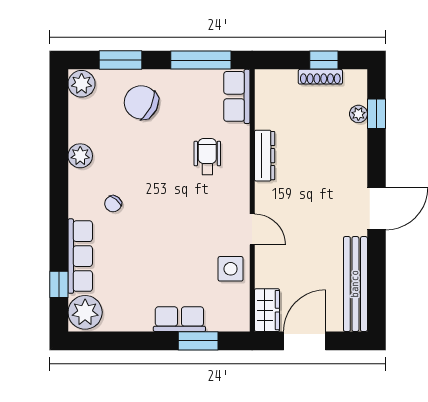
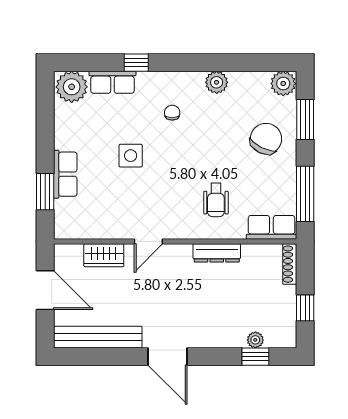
shoe rack: (320, 77) -> (290, 264), moved
wheelchair: (207, 156) -> (216, 200), turned 90
chair: (113, 204) -> (172, 113), turned 50
row of seats: (80, 256) -> (112, 82), width x0.68
side table: (231, 269) -> (131, 156), moved
window: (59, 284) -> (136, 63), moved
wardrobe: (267, 310) -> (104, 255), moved

